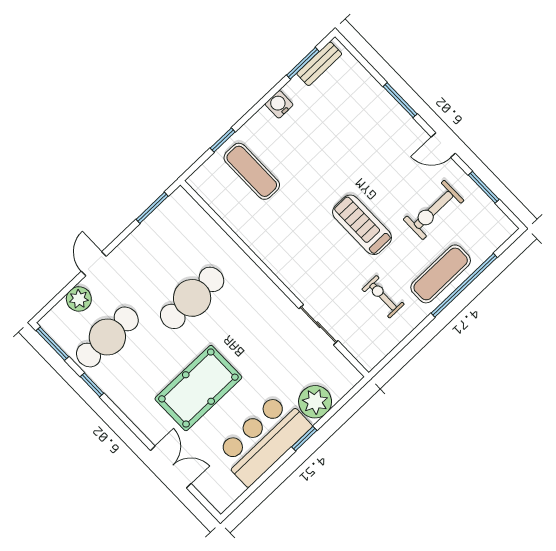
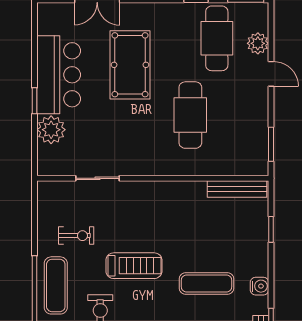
exercise mat: (252, 171) -> (206, 283), moved
bench: (216, 200) -> (237, 189), added

